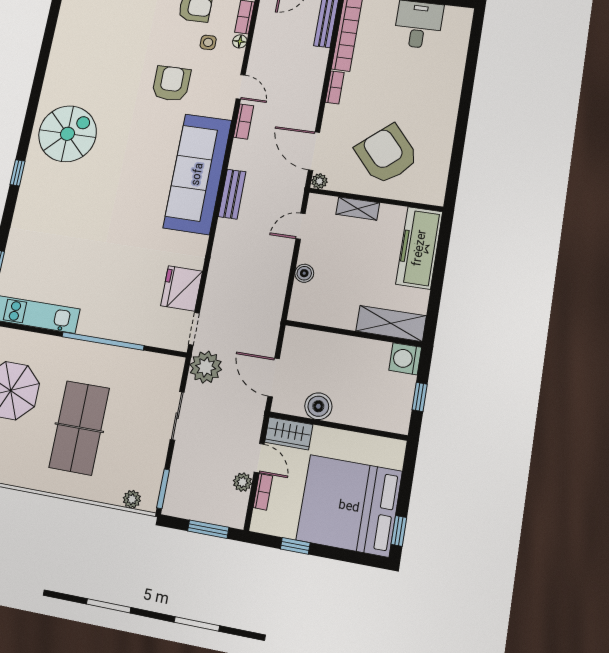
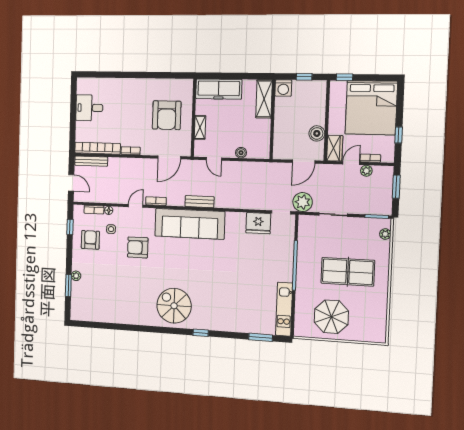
armchair: (387, 154) -> (167, 115), turned -49
plant: (319, 181) -> (186, 152), removed
window: (399, 531) -> (344, 77), moved

